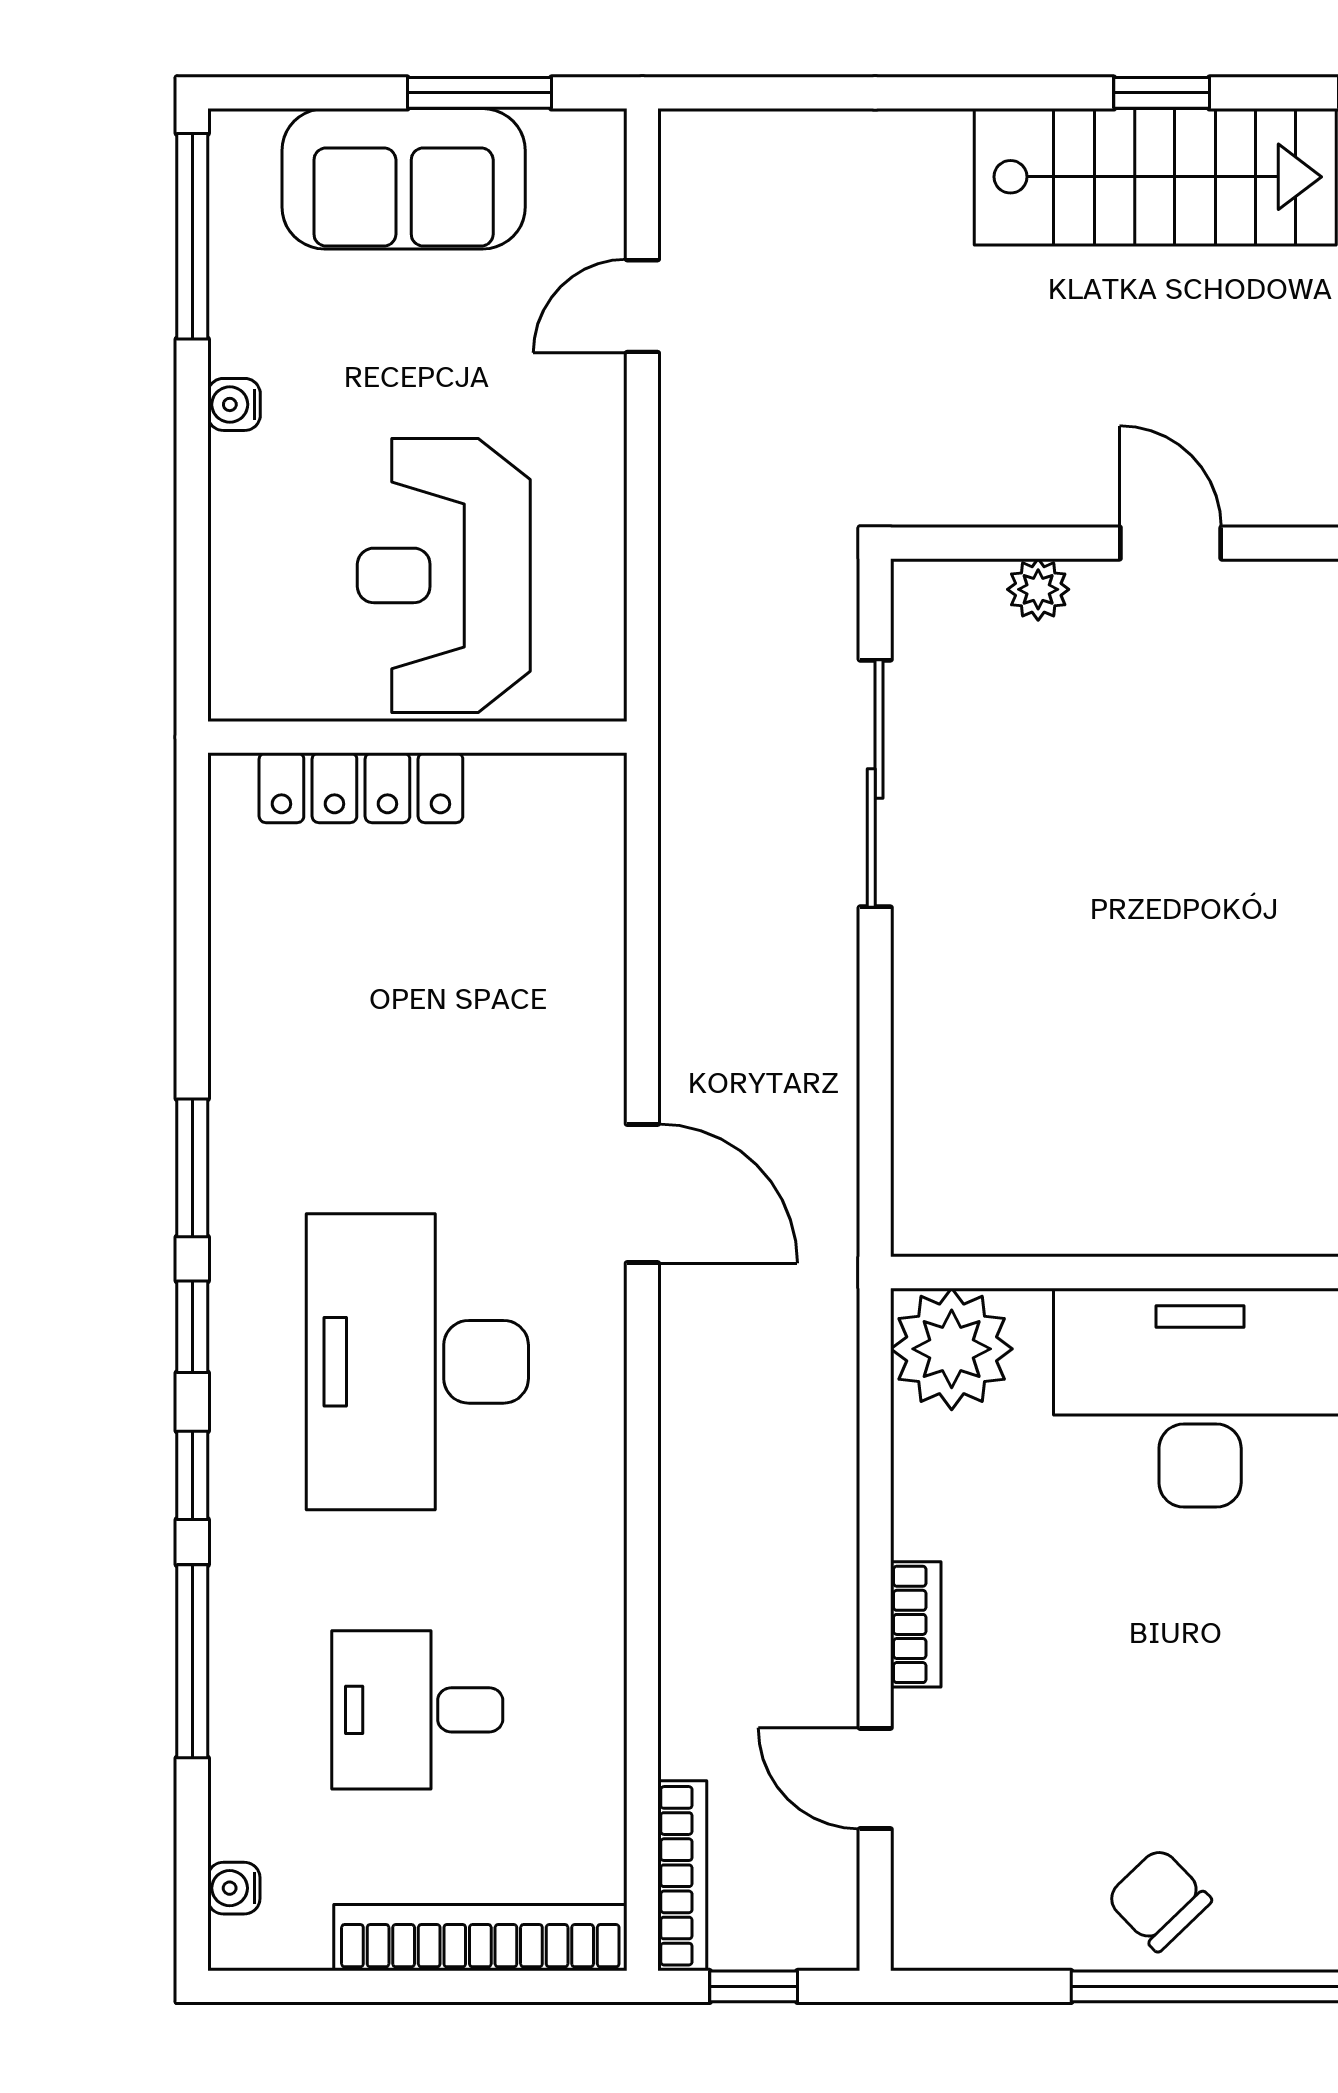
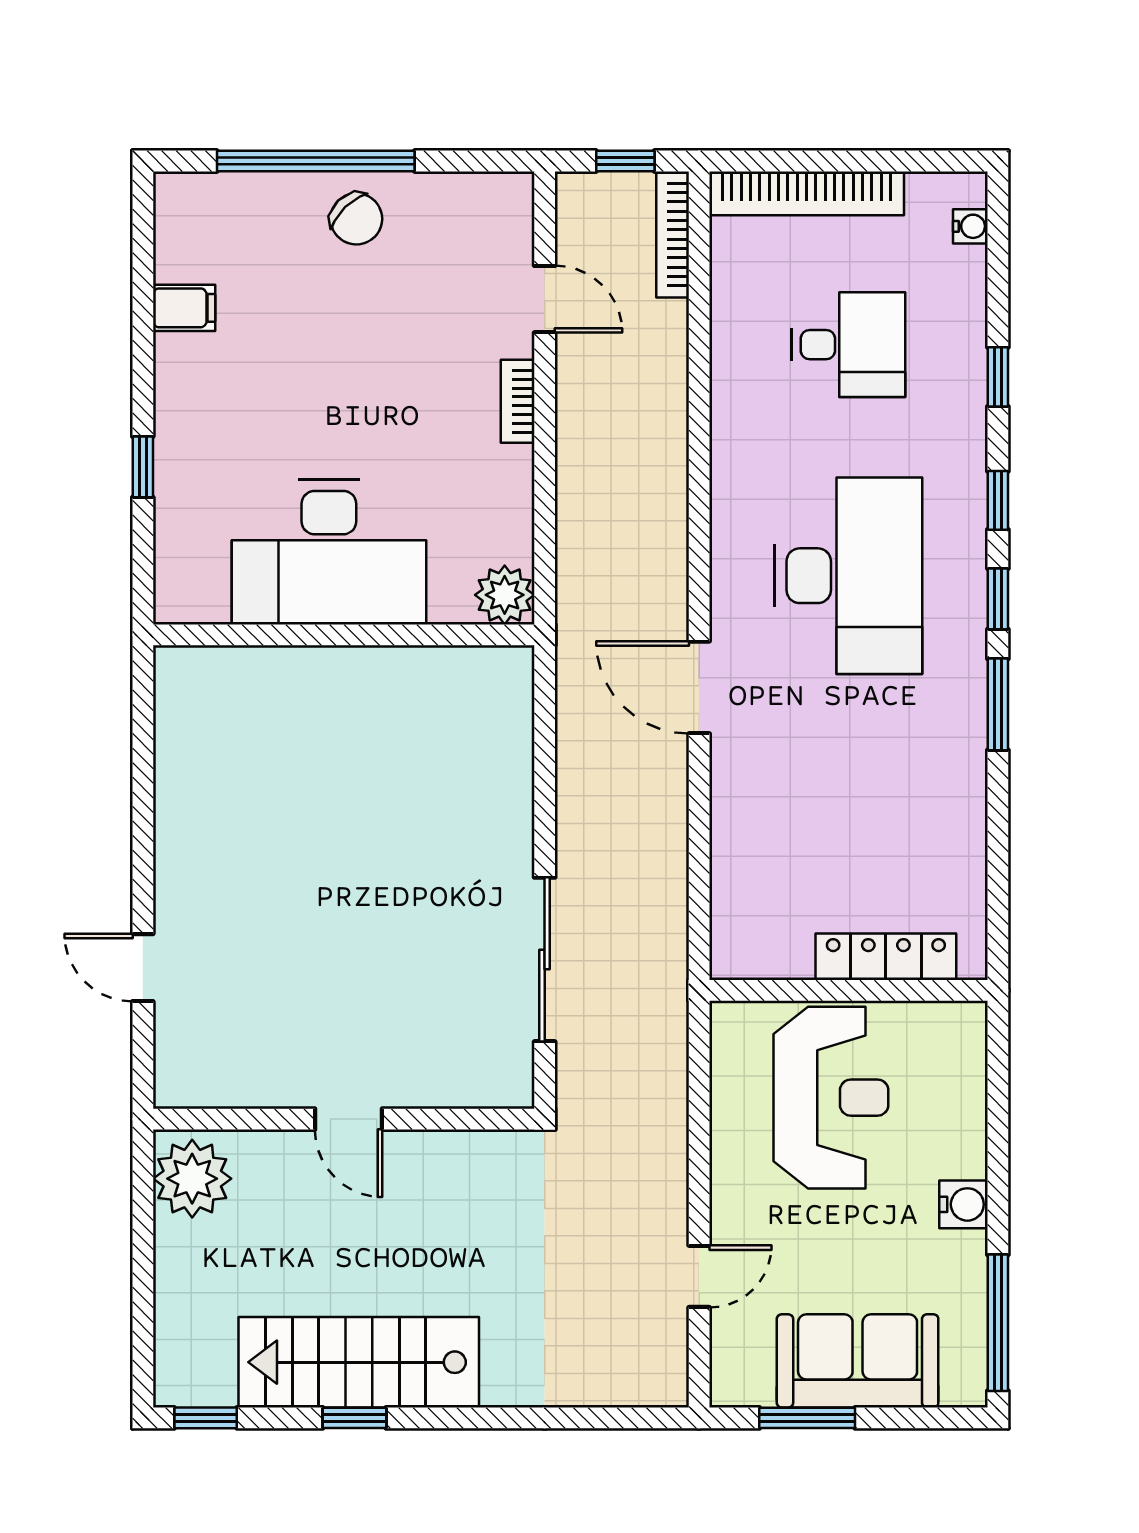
water cooler: (234, 404) -> (964, 1204), width x1.38, depth x1.38
plant: (1038, 589) -> (436, 1088), removed
plant: (952, 1349) -> (505, 595), width x0.73, depth x0.73
window: (192, 1661) -> (998, 377), width x0.46

